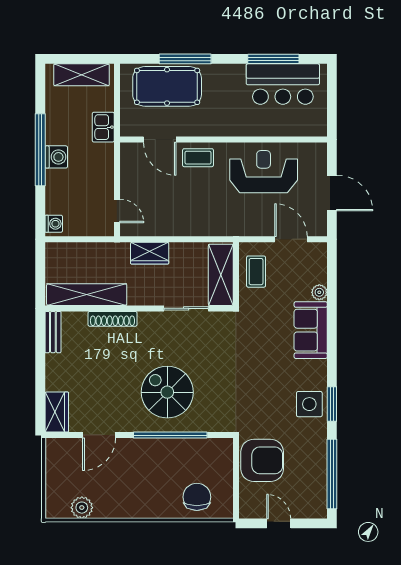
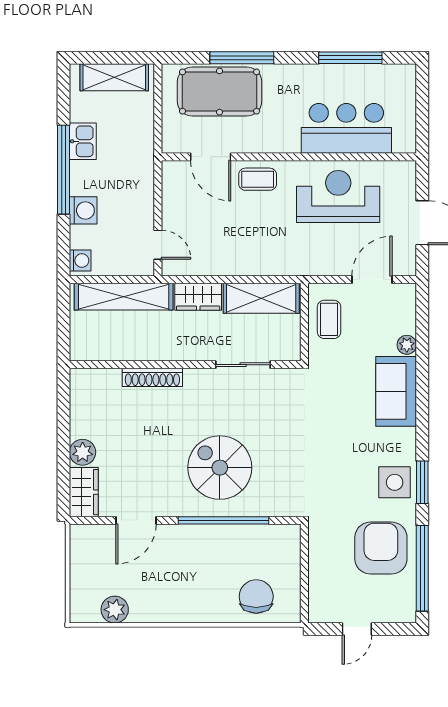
bar counter: (283, 84) -> (346, 128), moved, turned 180
kitchen sink: (103, 127) -> (83, 141), moved, turned 180
washing machine: (56, 157) -> (83, 210), moved
door: (291, 239) -> (372, 280), hinge flipped
shelving: (221, 275) -> (261, 298), moved, turned 90
shelving: (87, 295) -> (124, 297), moved
bench: (53, 332) -> (79, 394), removed
plant: (56, 380) -> (83, 452), added
armchair: (262, 460) -> (381, 548), moved, turned -90
door: (279, 523) -> (357, 629), swing flipped

